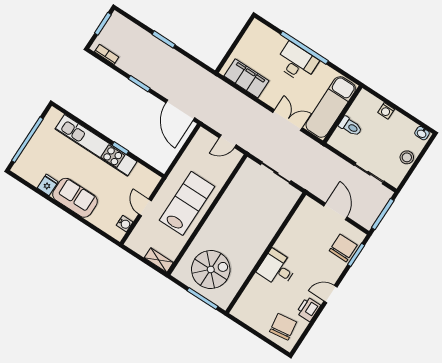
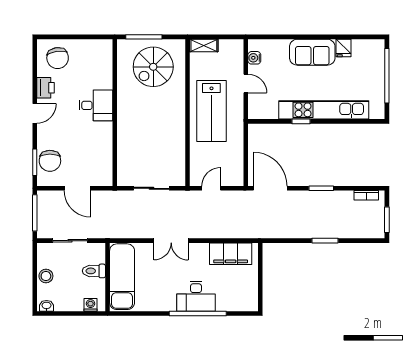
exam couch: (331, 107) -> (122, 277), moved
wall: (343, 114) -> (107, 277), moved
toilet: (350, 126) -> (94, 271), moved

